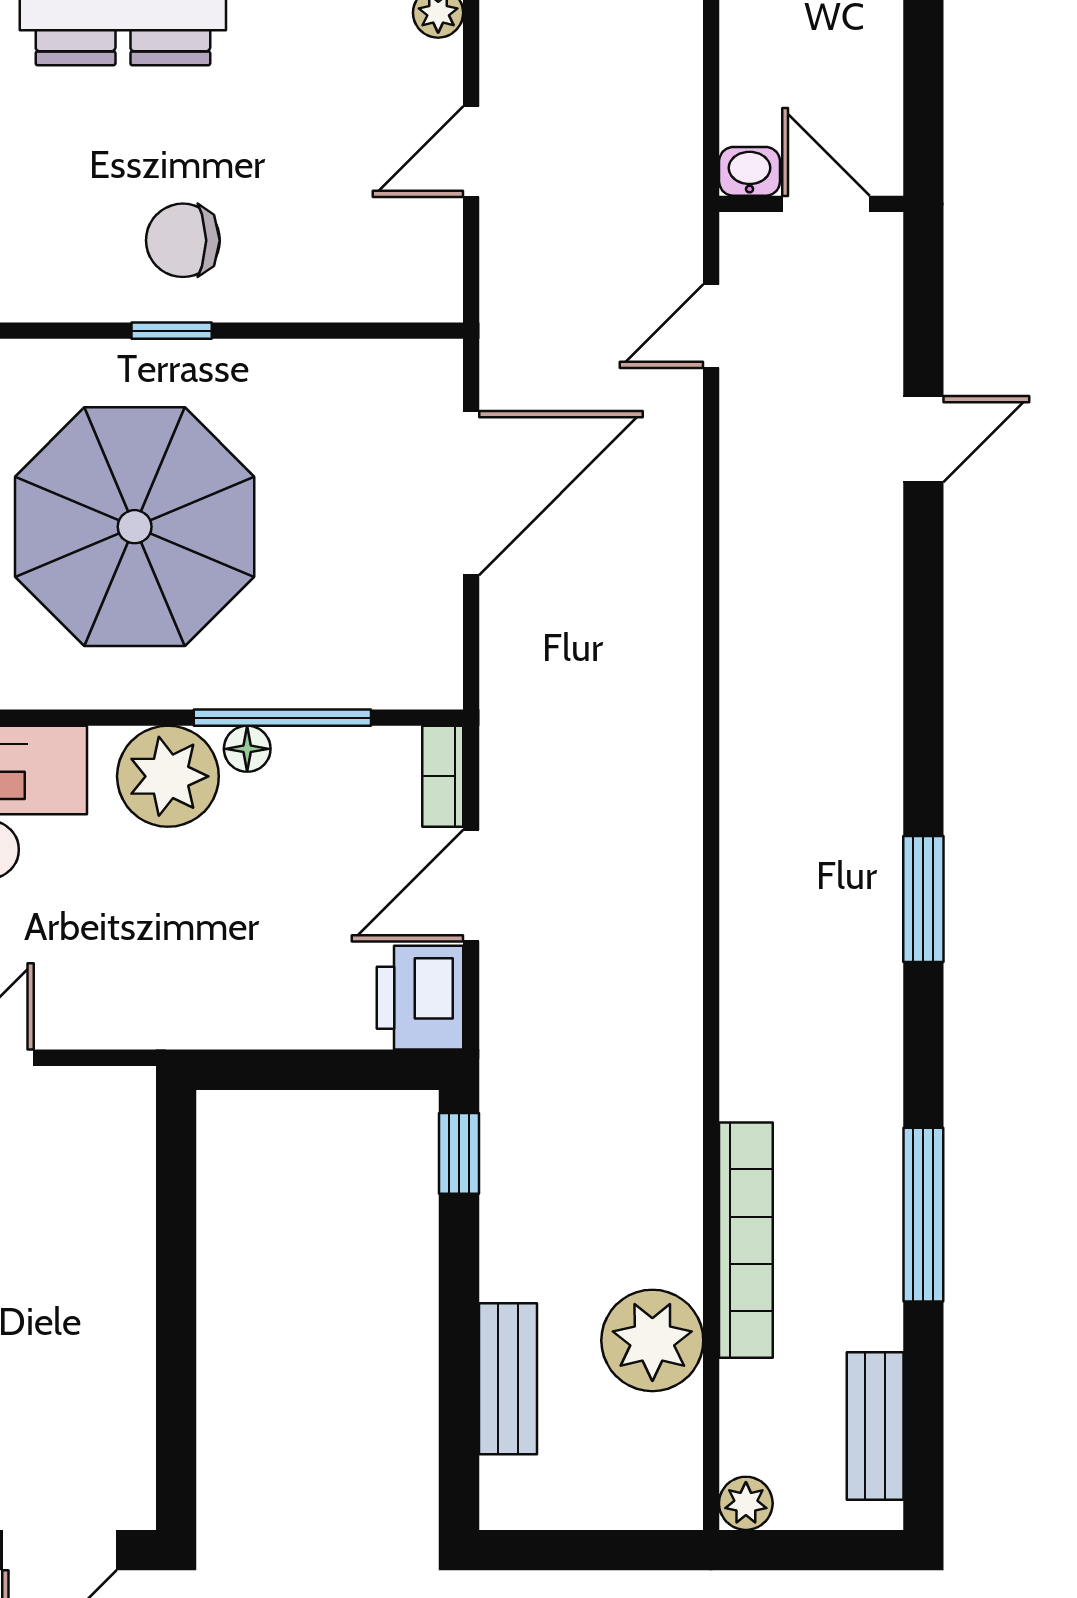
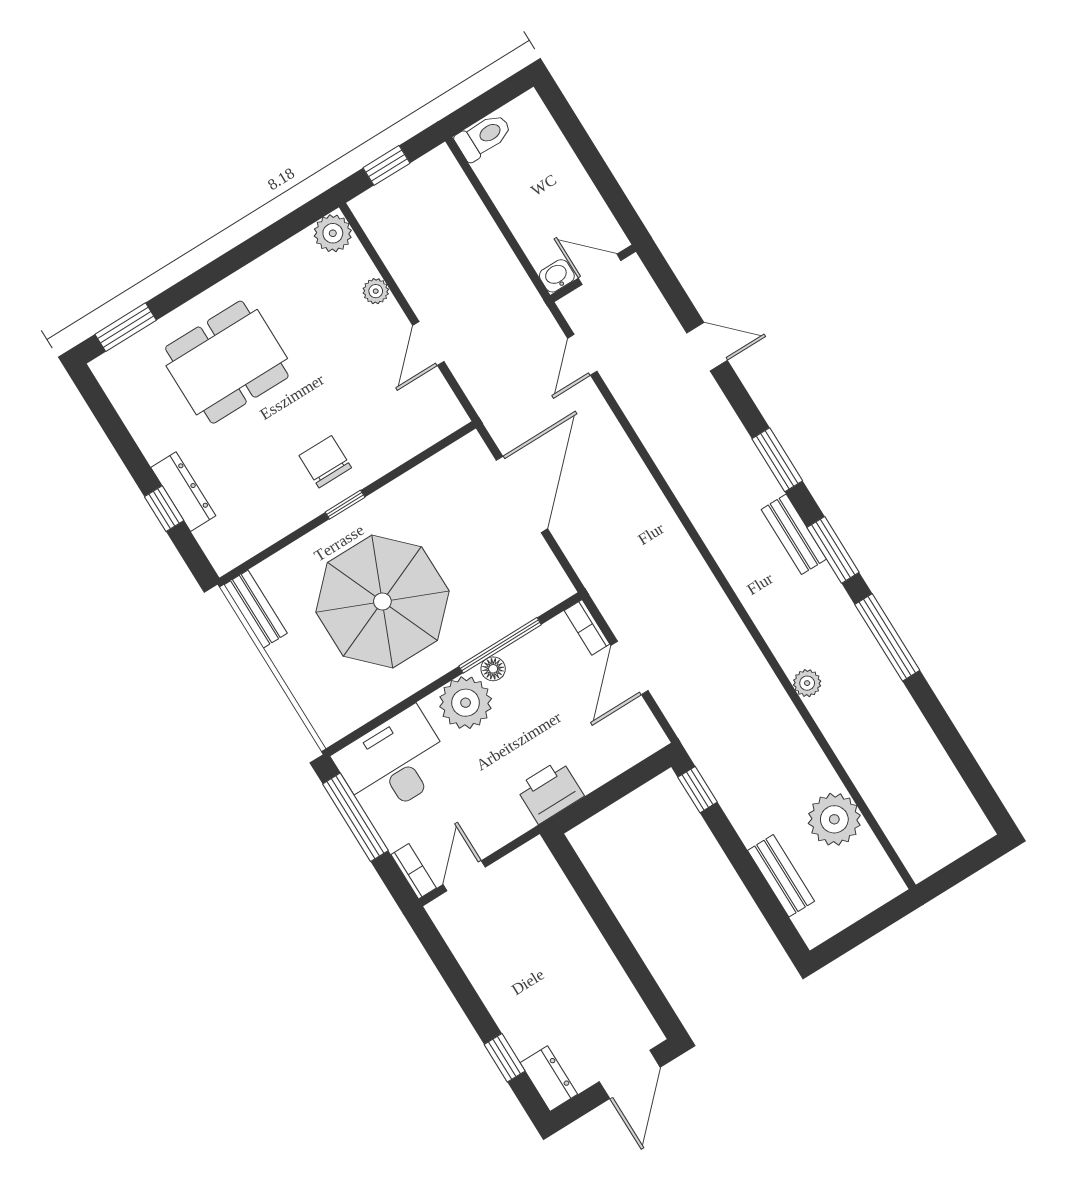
chair: (183, 240) -> (325, 462), turned 90
door: (923, 439) -> (707, 347), hinge flipped
window: (923, 695) -> (777, 460), added
printer: (420, 998) -> (550, 791), moved, turned 90
window: (923, 1215) -> (887, 637), moved
bookcase: (746, 1240) -> (848, 749), removed
bench: (875, 1426) -> (794, 534), moved
plant: (746, 1503) -> (807, 683), moved

